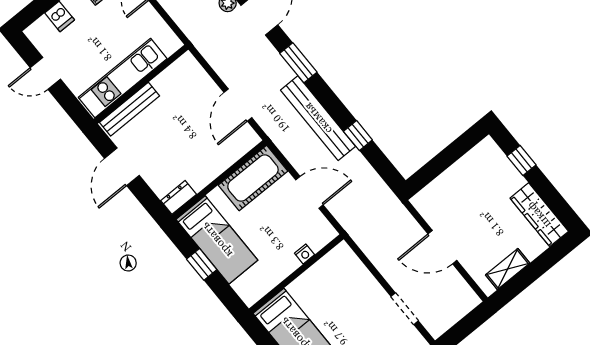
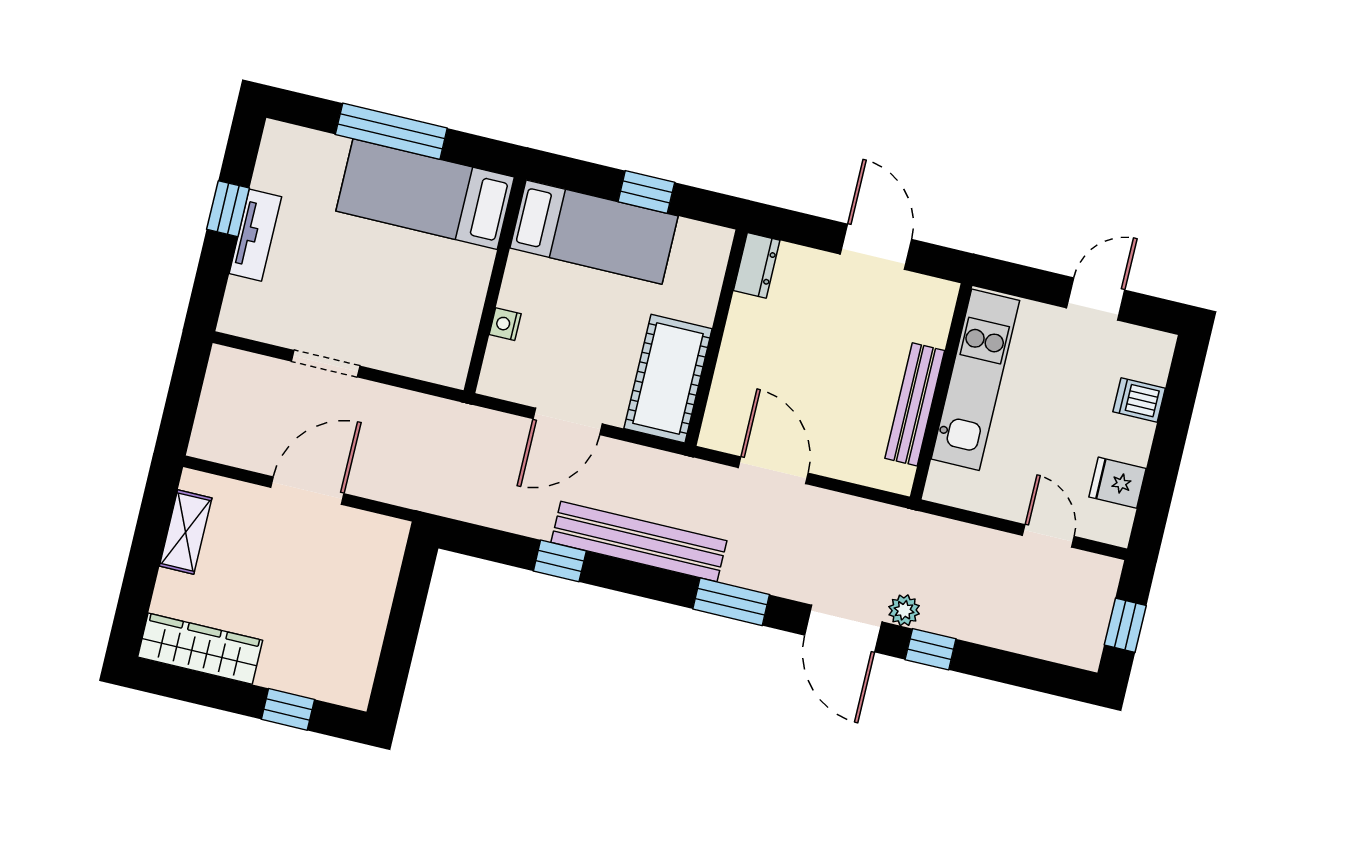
bench: (130, 109) -> (915, 404), moved
bed: (217, 240) -> (594, 232), moved, turned 180
doorway: (405, 309) -> (326, 364), moved

